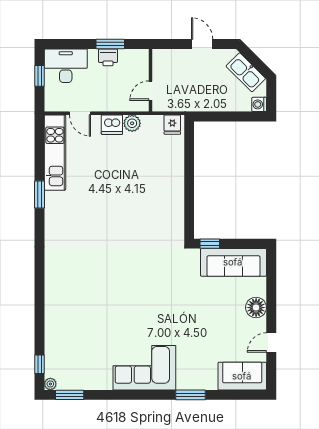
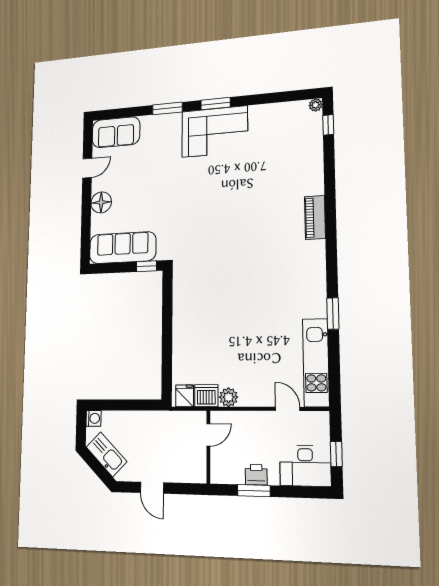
dishwasher: (112, 125) -> (206, 396), moved
piano: (53, 280) -> (315, 217), added
window: (70, 395) -> (216, 104), moved

